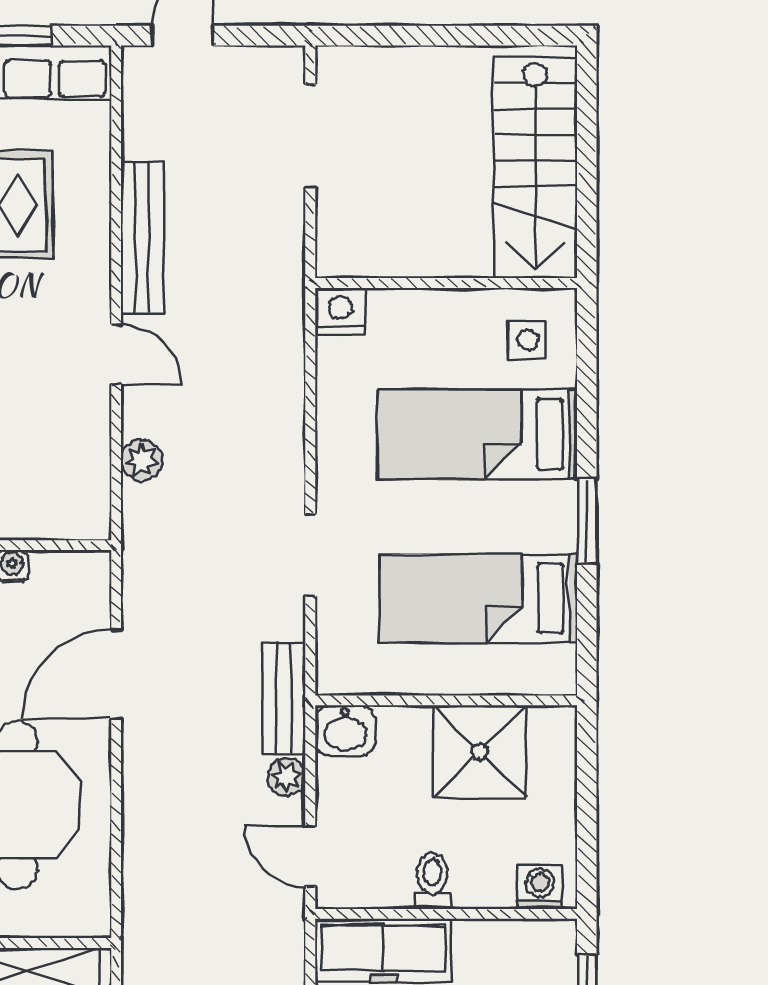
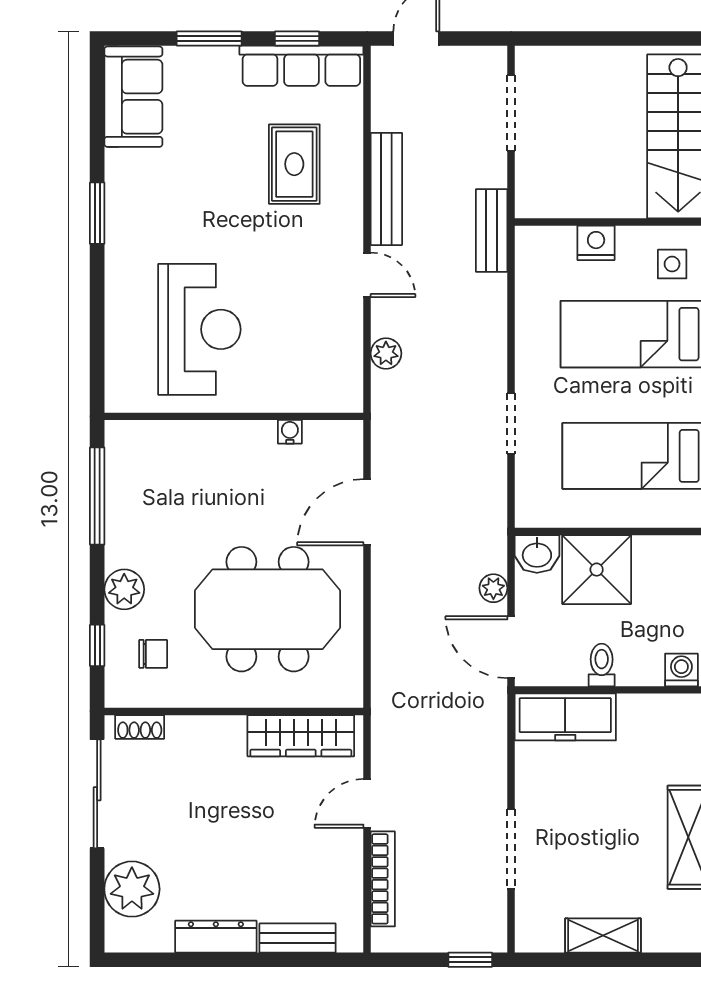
nightstand: (340, 311) -> (596, 243), moved
bench: (284, 698) -> (492, 230), moved
shower: (480, 752) -> (597, 570), moved
door: (310, 856) -> (511, 647), width x1.38

